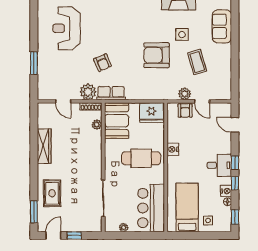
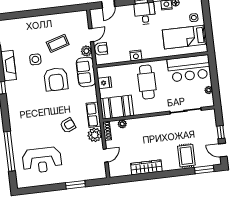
sofa: (222, 26) -> (86, 72), moved, turned 90
fridge: (151, 113) -> (105, 83), width x0.53, depth x0.75
rug: (52, 193) -> (186, 156), turned 90

